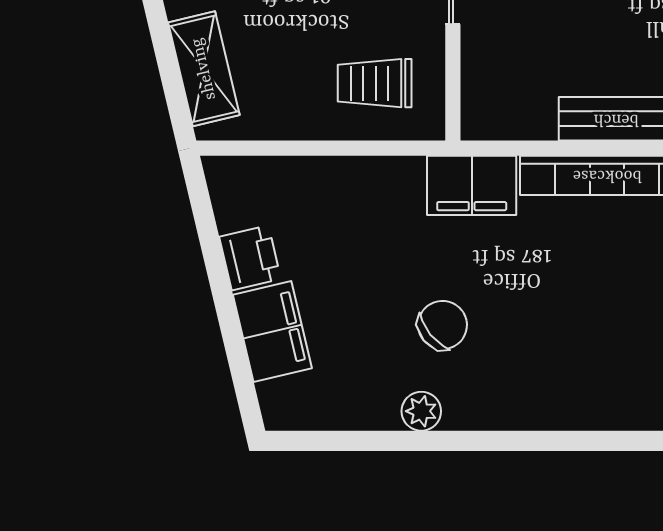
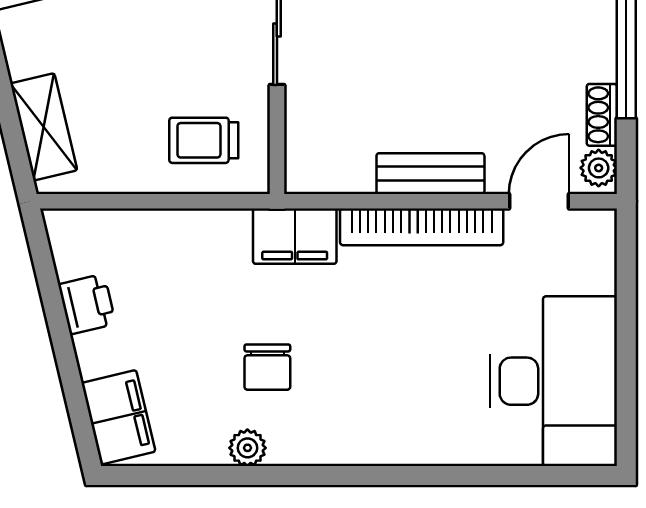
chair: (443, 325) -> (267, 367), turned 129
filing cabinet: (272, 331) -> (118, 417), moved

